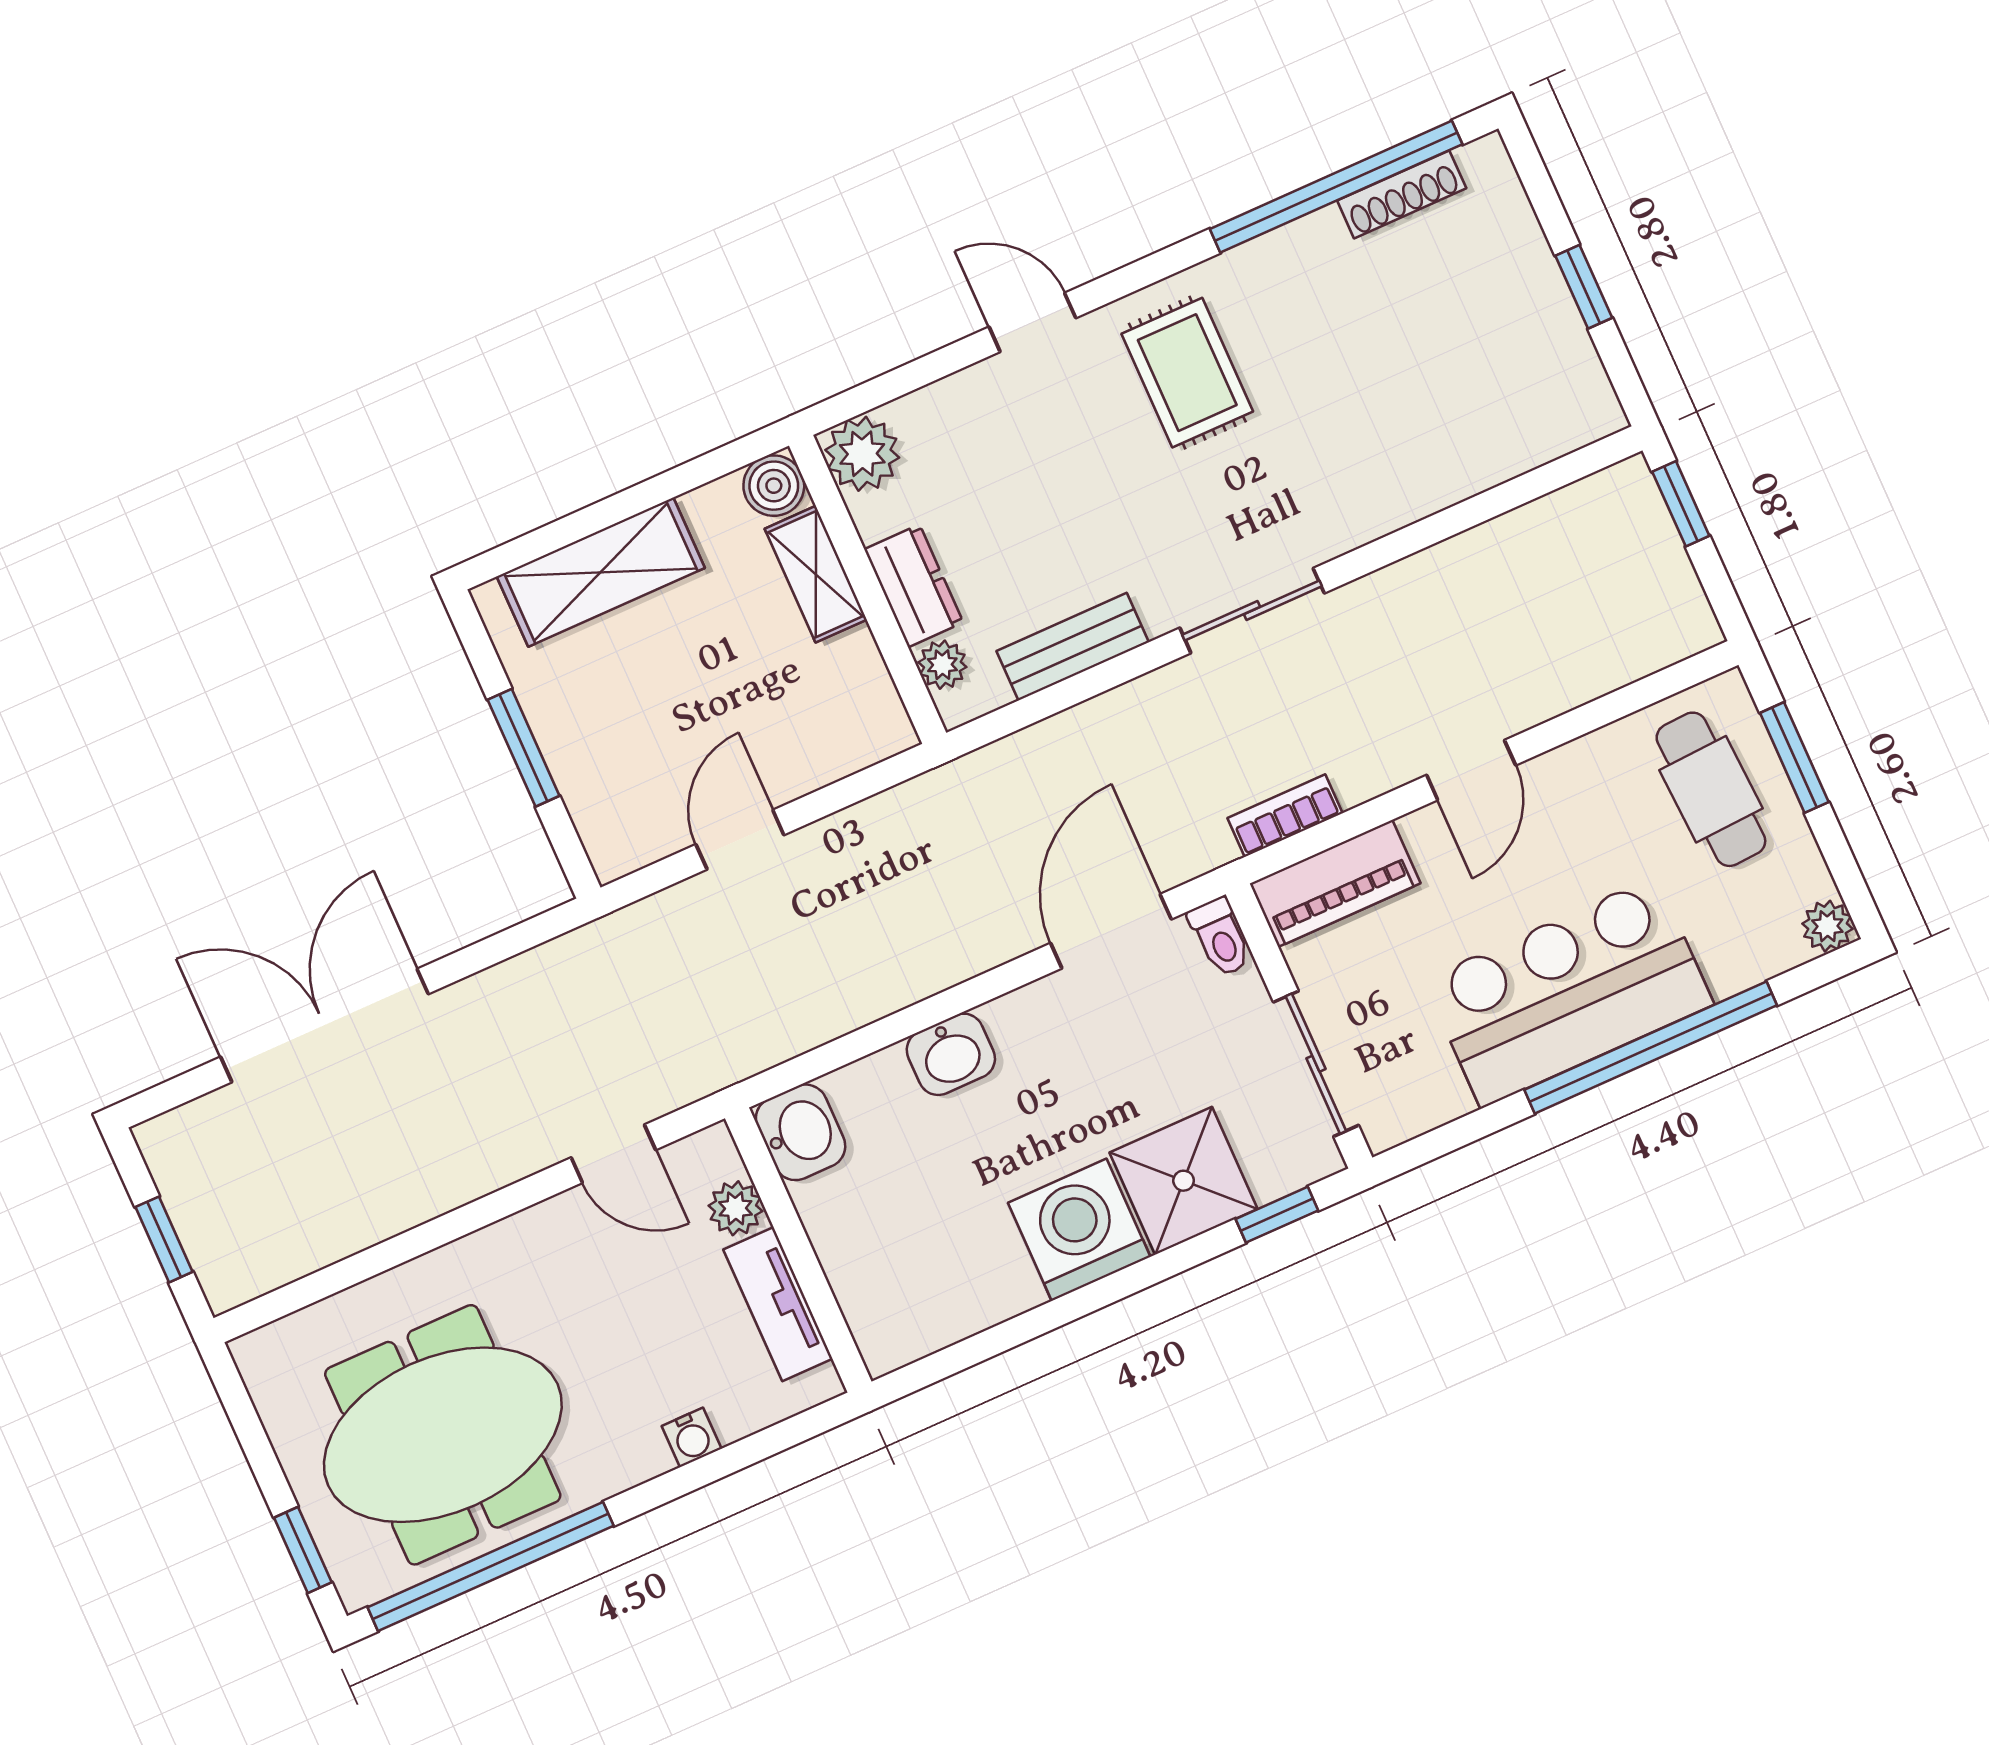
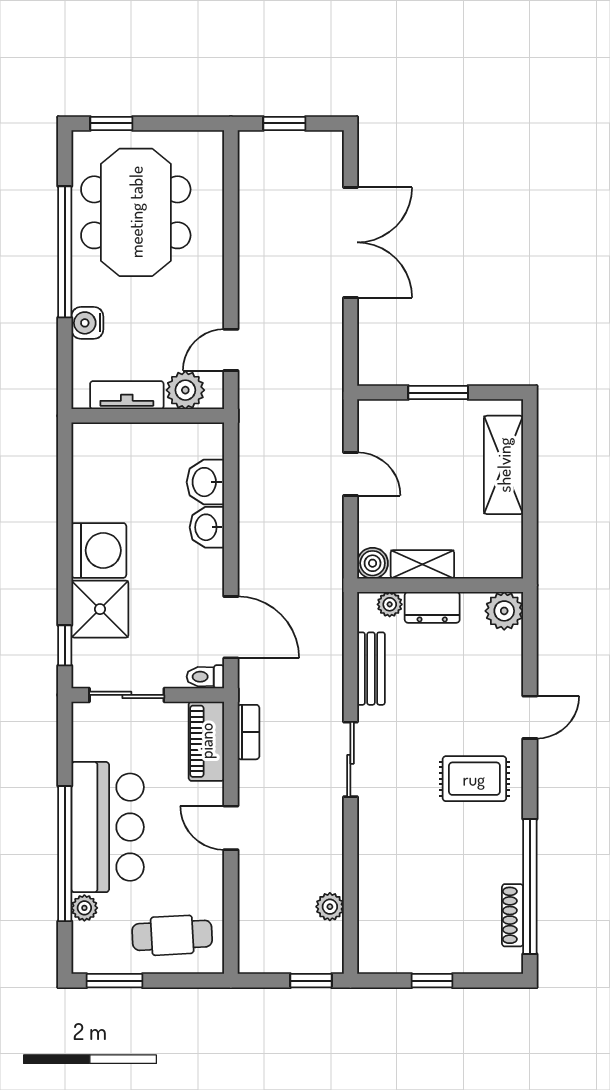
boiler: (774, 486) -> (373, 563), moved
plant: (1533, 529) -> (330, 907), added
shelving: (816, 574) -> (422, 564), moved
window: (1794, 757) -> (114, 981), moved
plant: (1827, 926) -> (84, 908), moved
washbasin: (801, 1132) -> (205, 482), moved, turned 90
plant: (736, 1208) -> (185, 390), width x1.38, depth x1.38
water cooler: (692, 1437) -> (87, 323), width x1.38, depth x1.38
window: (491, 1566) -> (65, 252), moved

